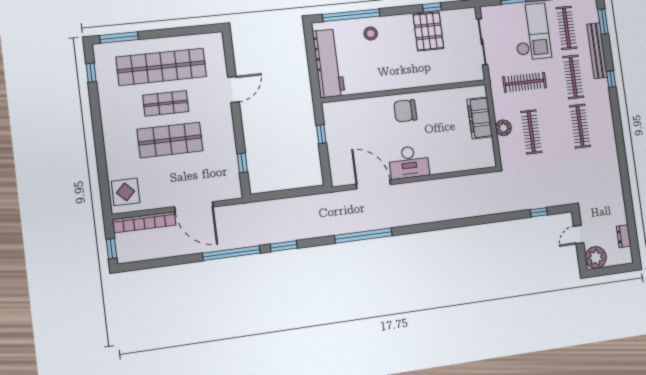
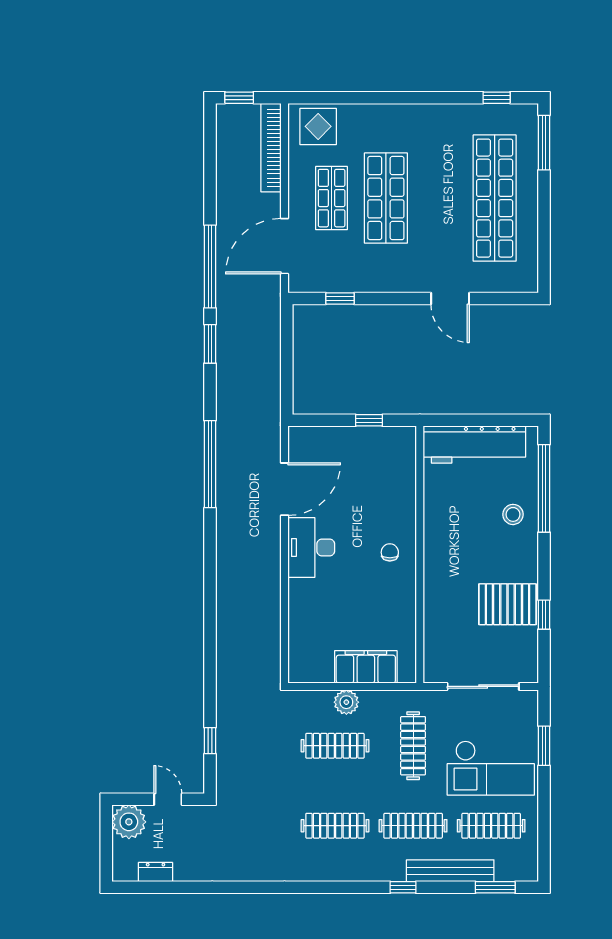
shop shelf: (166, 103) -> (332, 198), moved
chair: (405, 111) -> (390, 552), width x0.54, depth x0.54
door: (194, 207) -> (284, 246), moved

